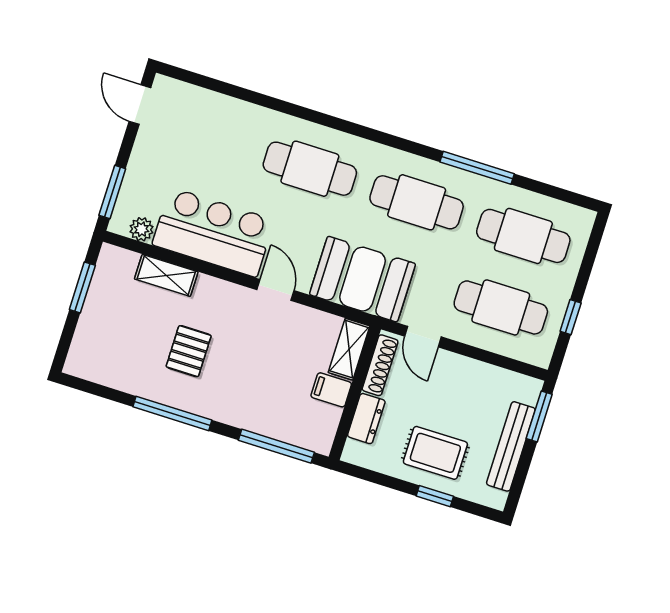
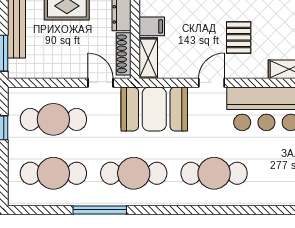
door: (275, 290) -> (211, 83), swing flipped
pallet: (189, 351) -> (239, 37), moved

